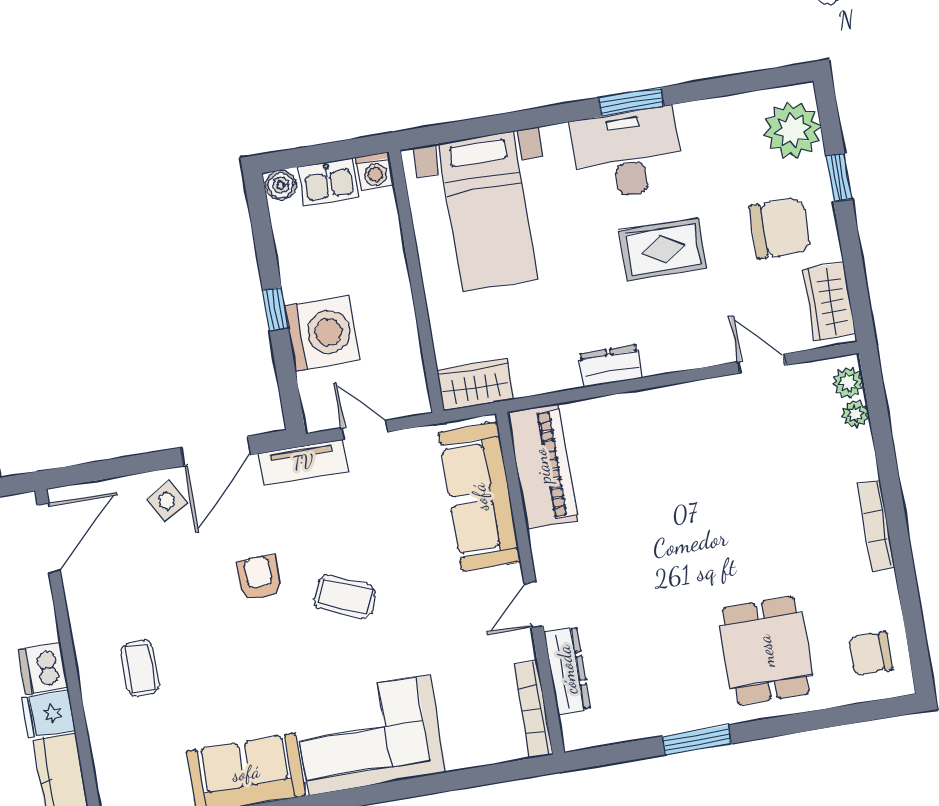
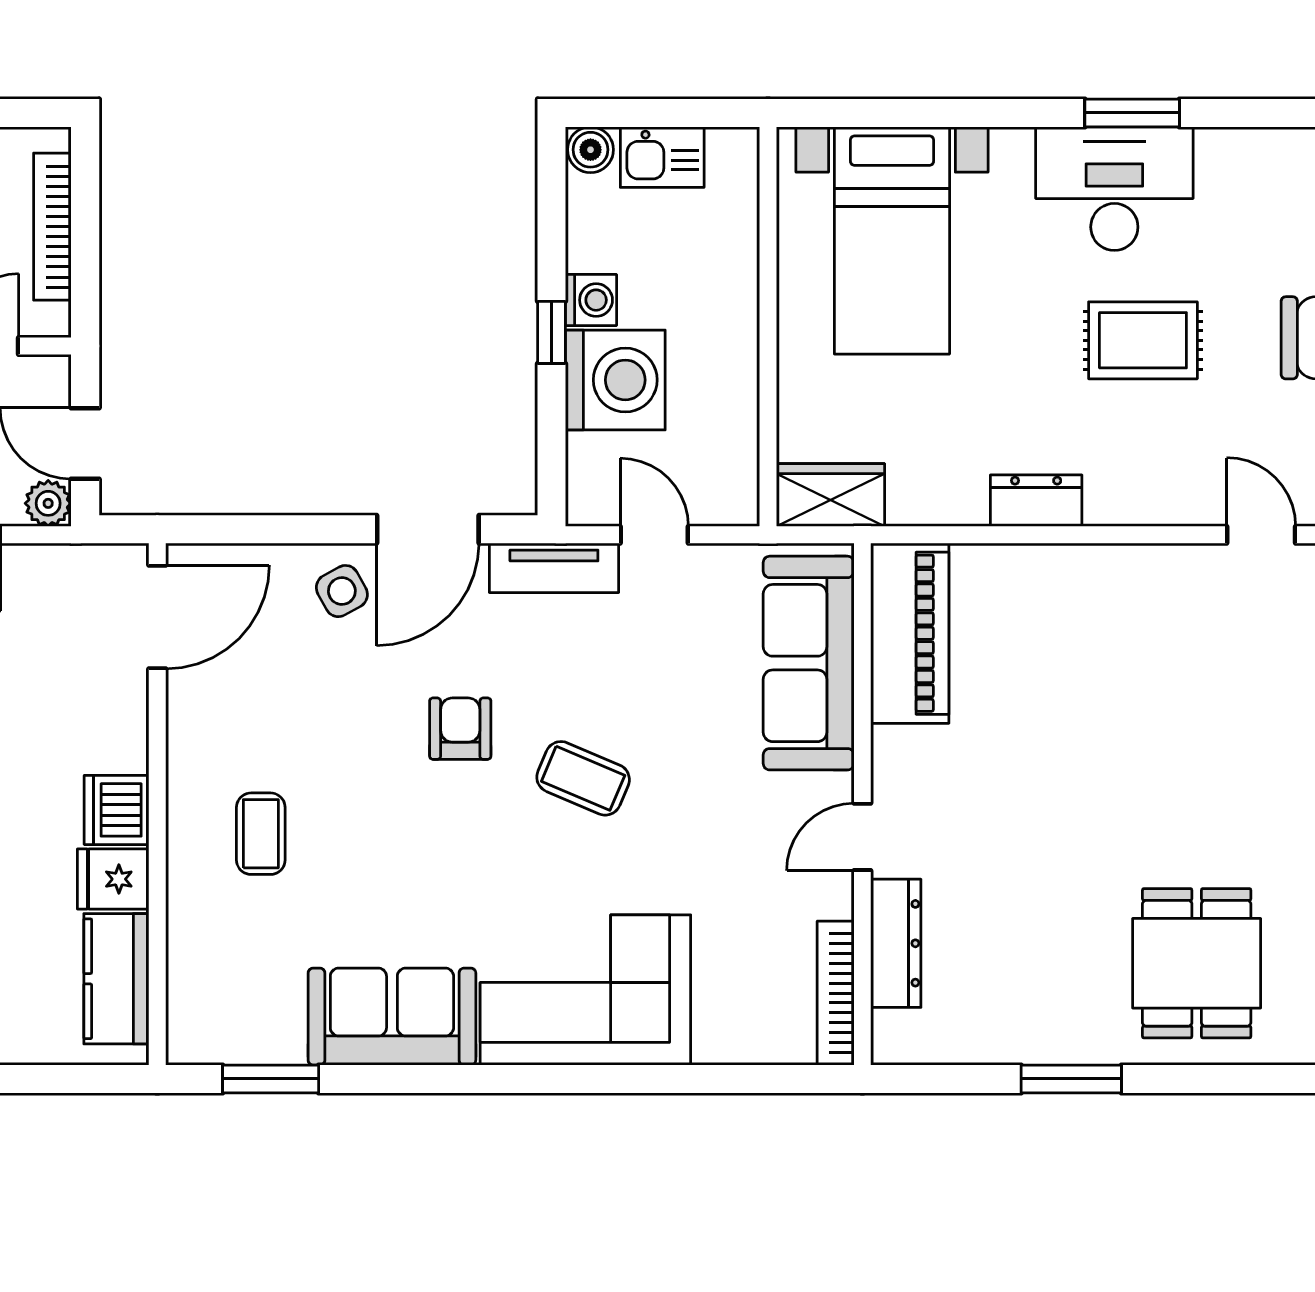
washing machine: (375, 171) -> (591, 300), moved, turned -90

